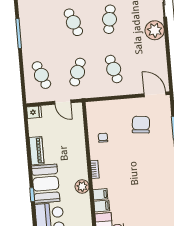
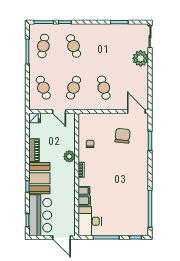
cafe table: (109, 19) -> (43, 46), moved
plant: (82, 186) -> (69, 156), moved

